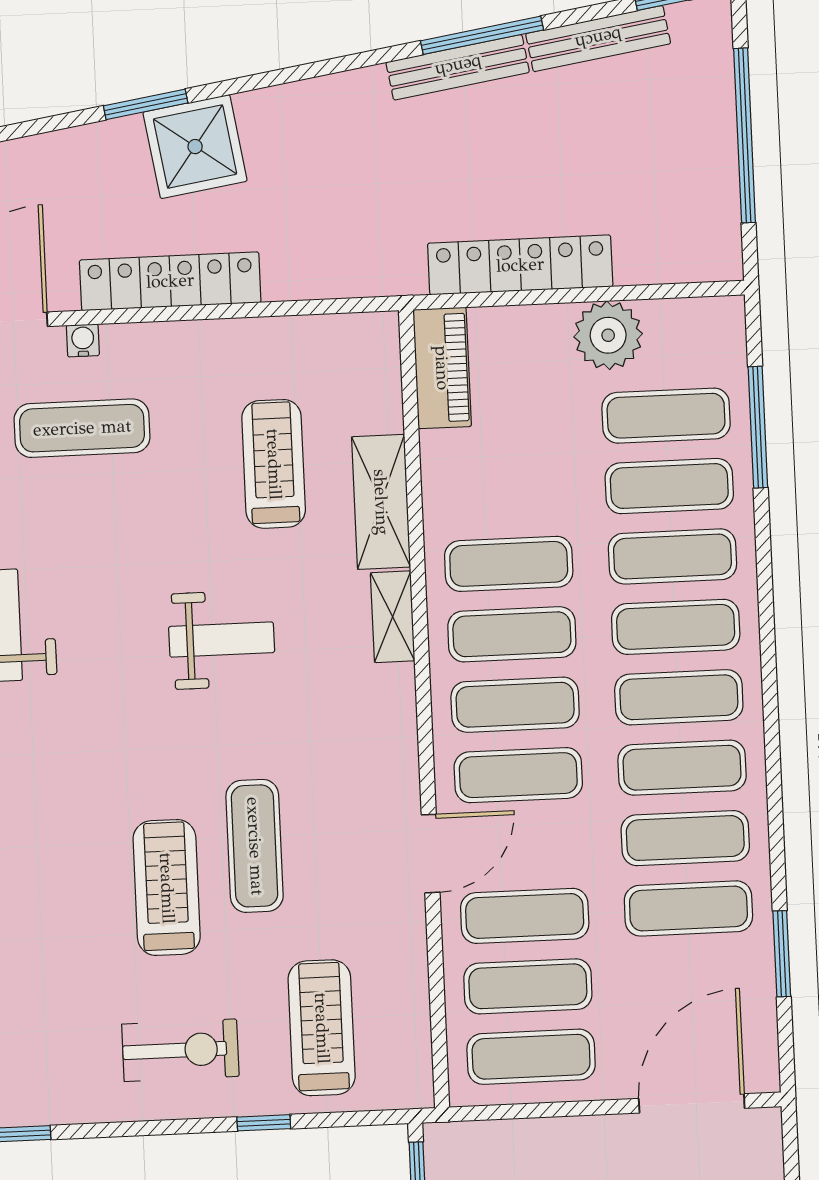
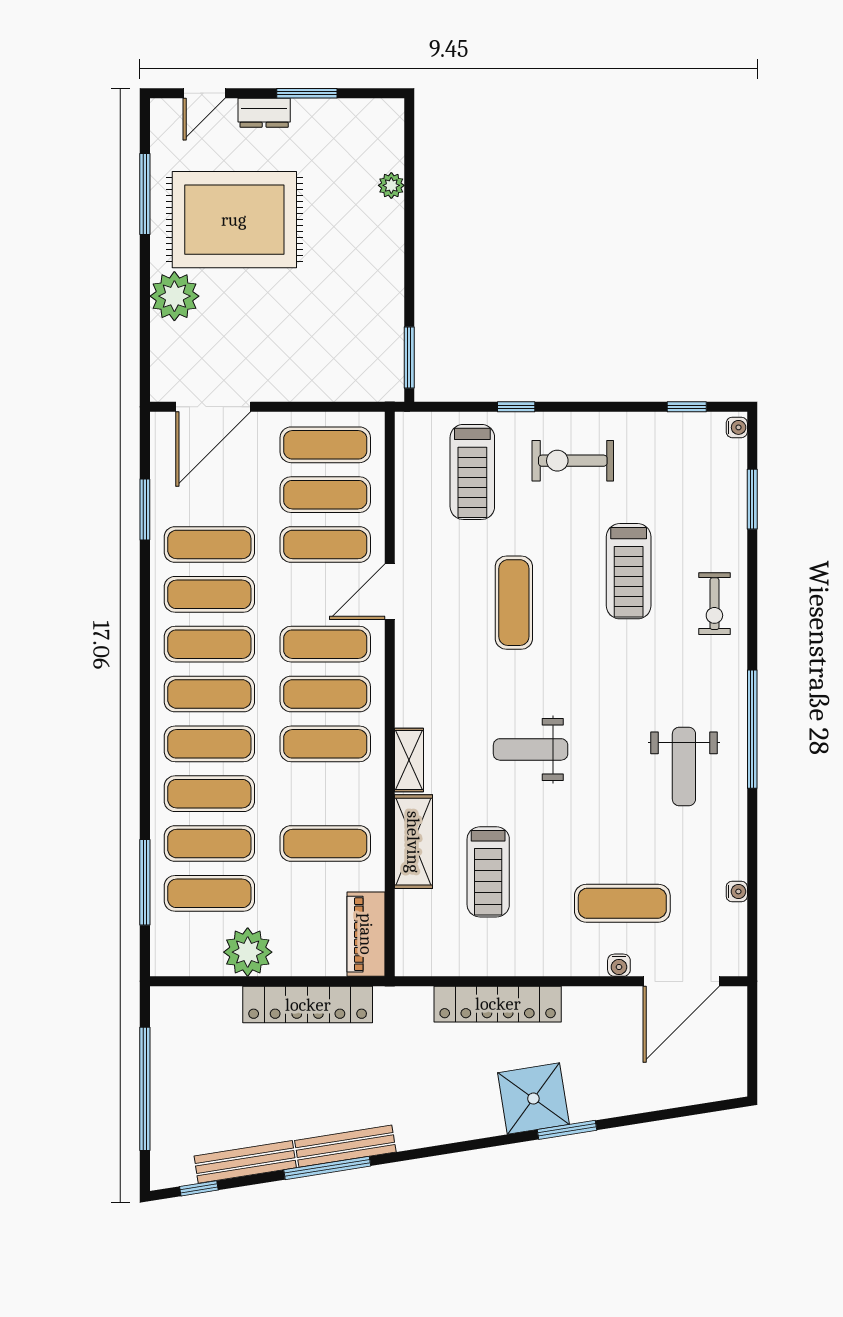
locker: (170, 281) -> (498, 1004), moved
exercise mat: (509, 564) -> (325, 844), moved
treadmill: (167, 888) -> (629, 571), moved

